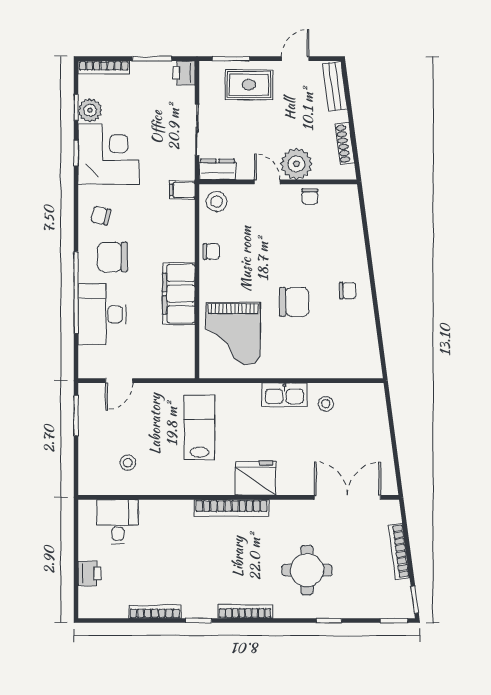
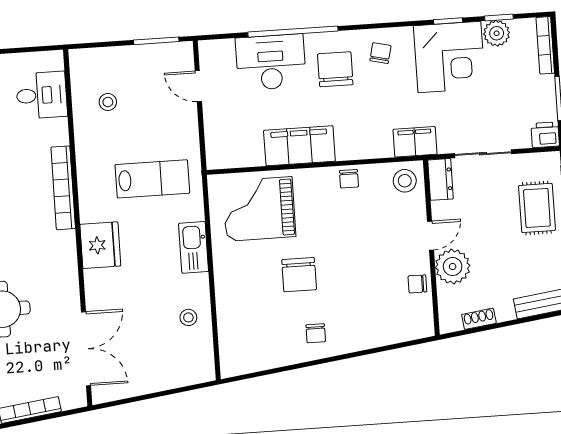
shoe rack: (345, 144) -> (479, 319), width x0.70
filing cabinet: (182, 190) -> (415, 142), width x2.00
kitchen sink: (284, 395) -> (194, 247), moved
bookcase: (232, 508) -> (63, 188), moved

